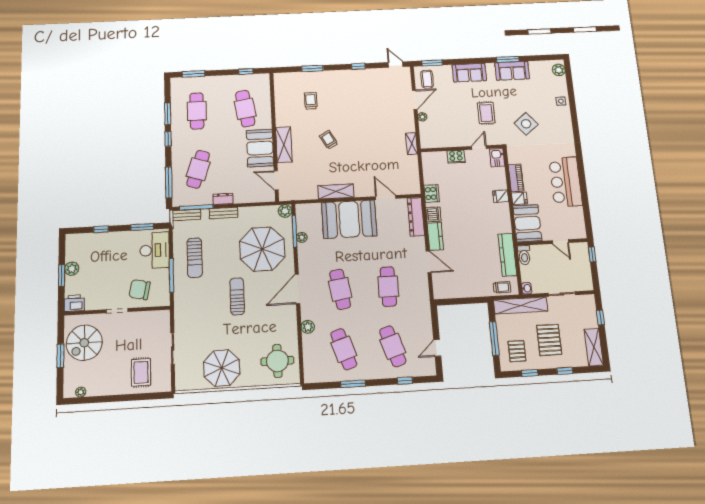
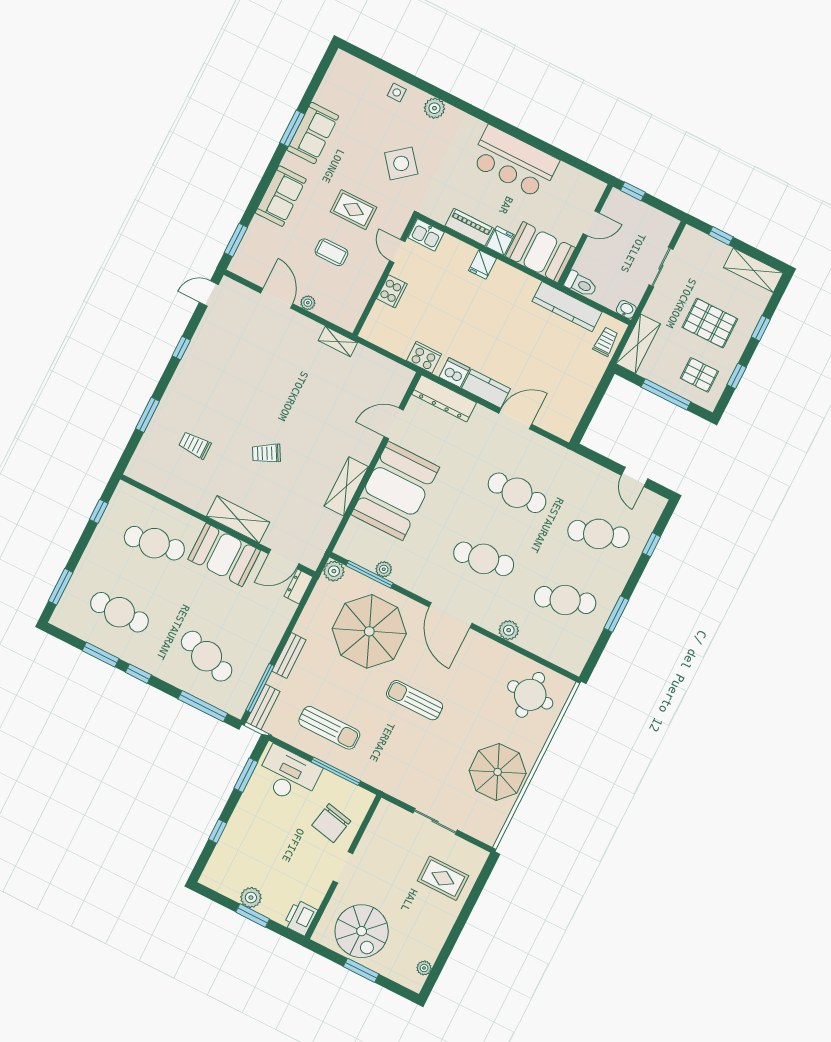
plant: (559, 70) -> (434, 108), moved
coffee table: (427, 79) -> (331, 252), moved
dresser: (223, 199) -> (298, 587), moved
shelving: (521, 305) -> (638, 344), width x0.68

